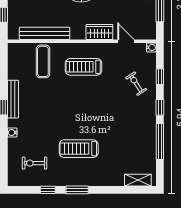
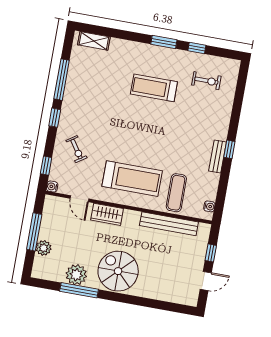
treadmill: (83, 67) -> (132, 179), width x1.37, depth x1.38
window: (160, 77) -> (46, 166), moved
bench: (13, 99) -> (217, 157), width x0.73
water cooler: (12, 132) -> (209, 206), moved
treadmill: (79, 149) -> (154, 88), turned 180

